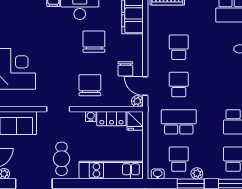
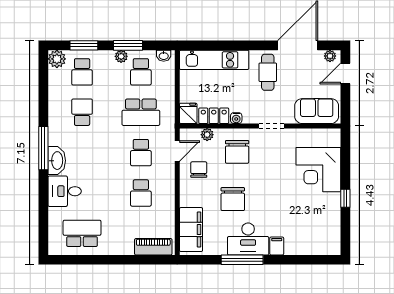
door: (145, 86) -> (177, 151), hinge flipped
plant: (137, 101) -> (207, 135), moved

